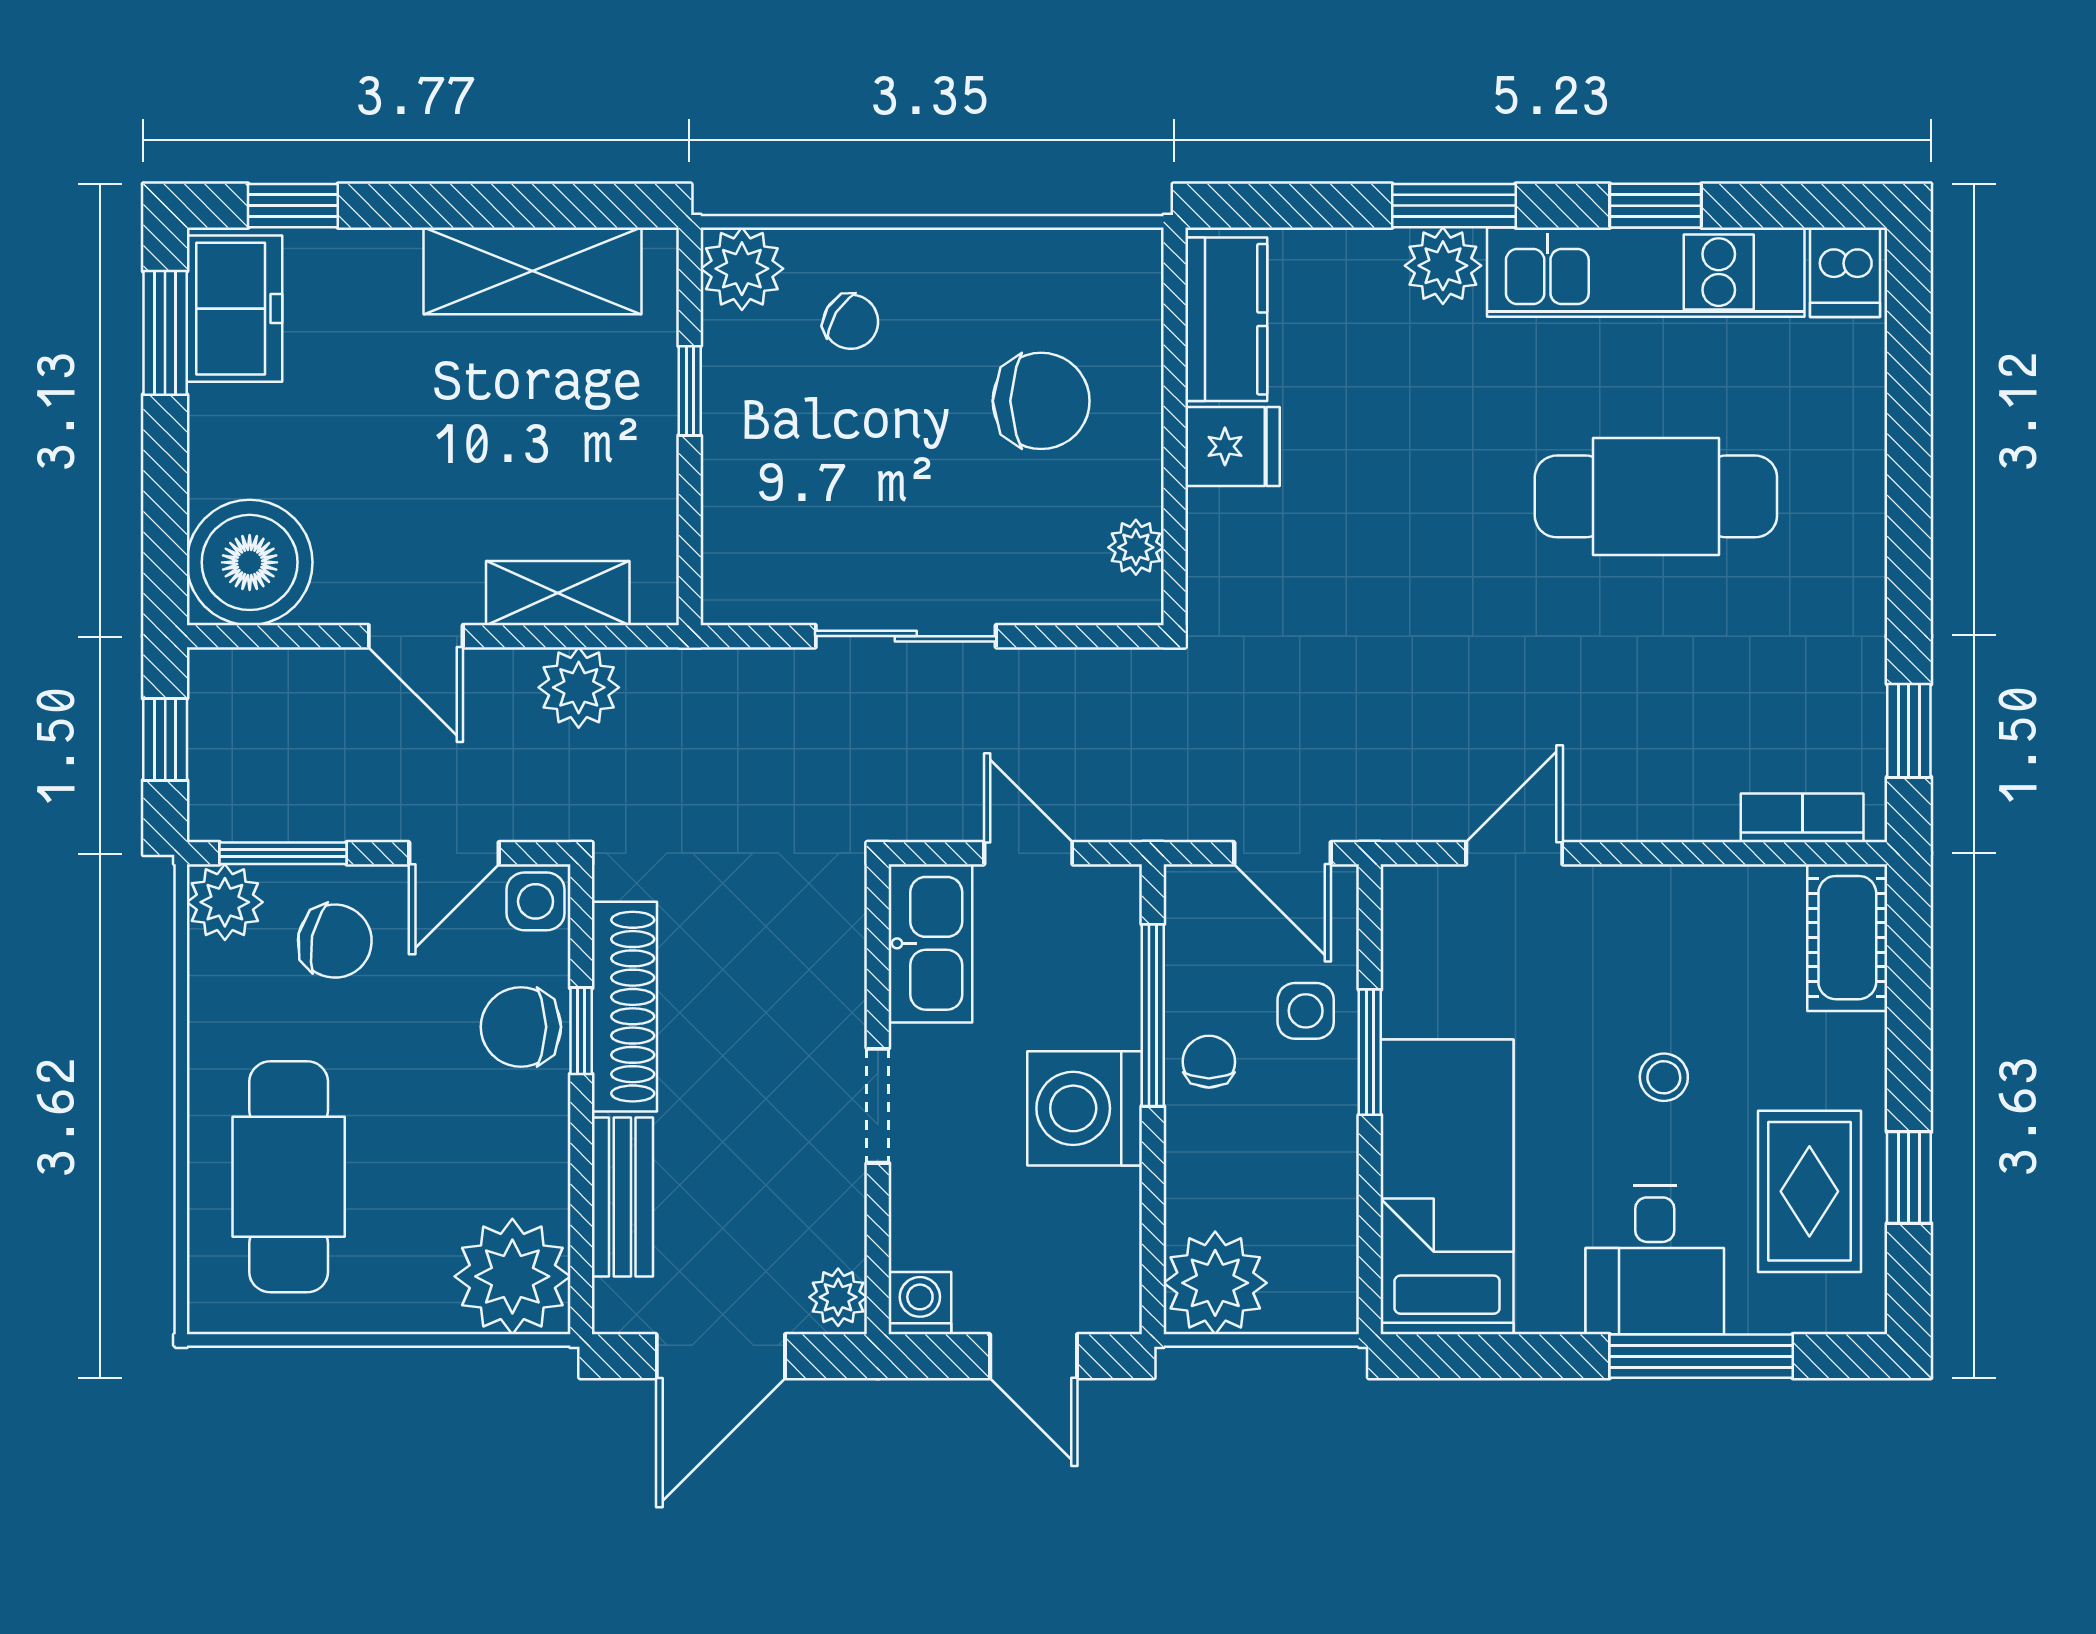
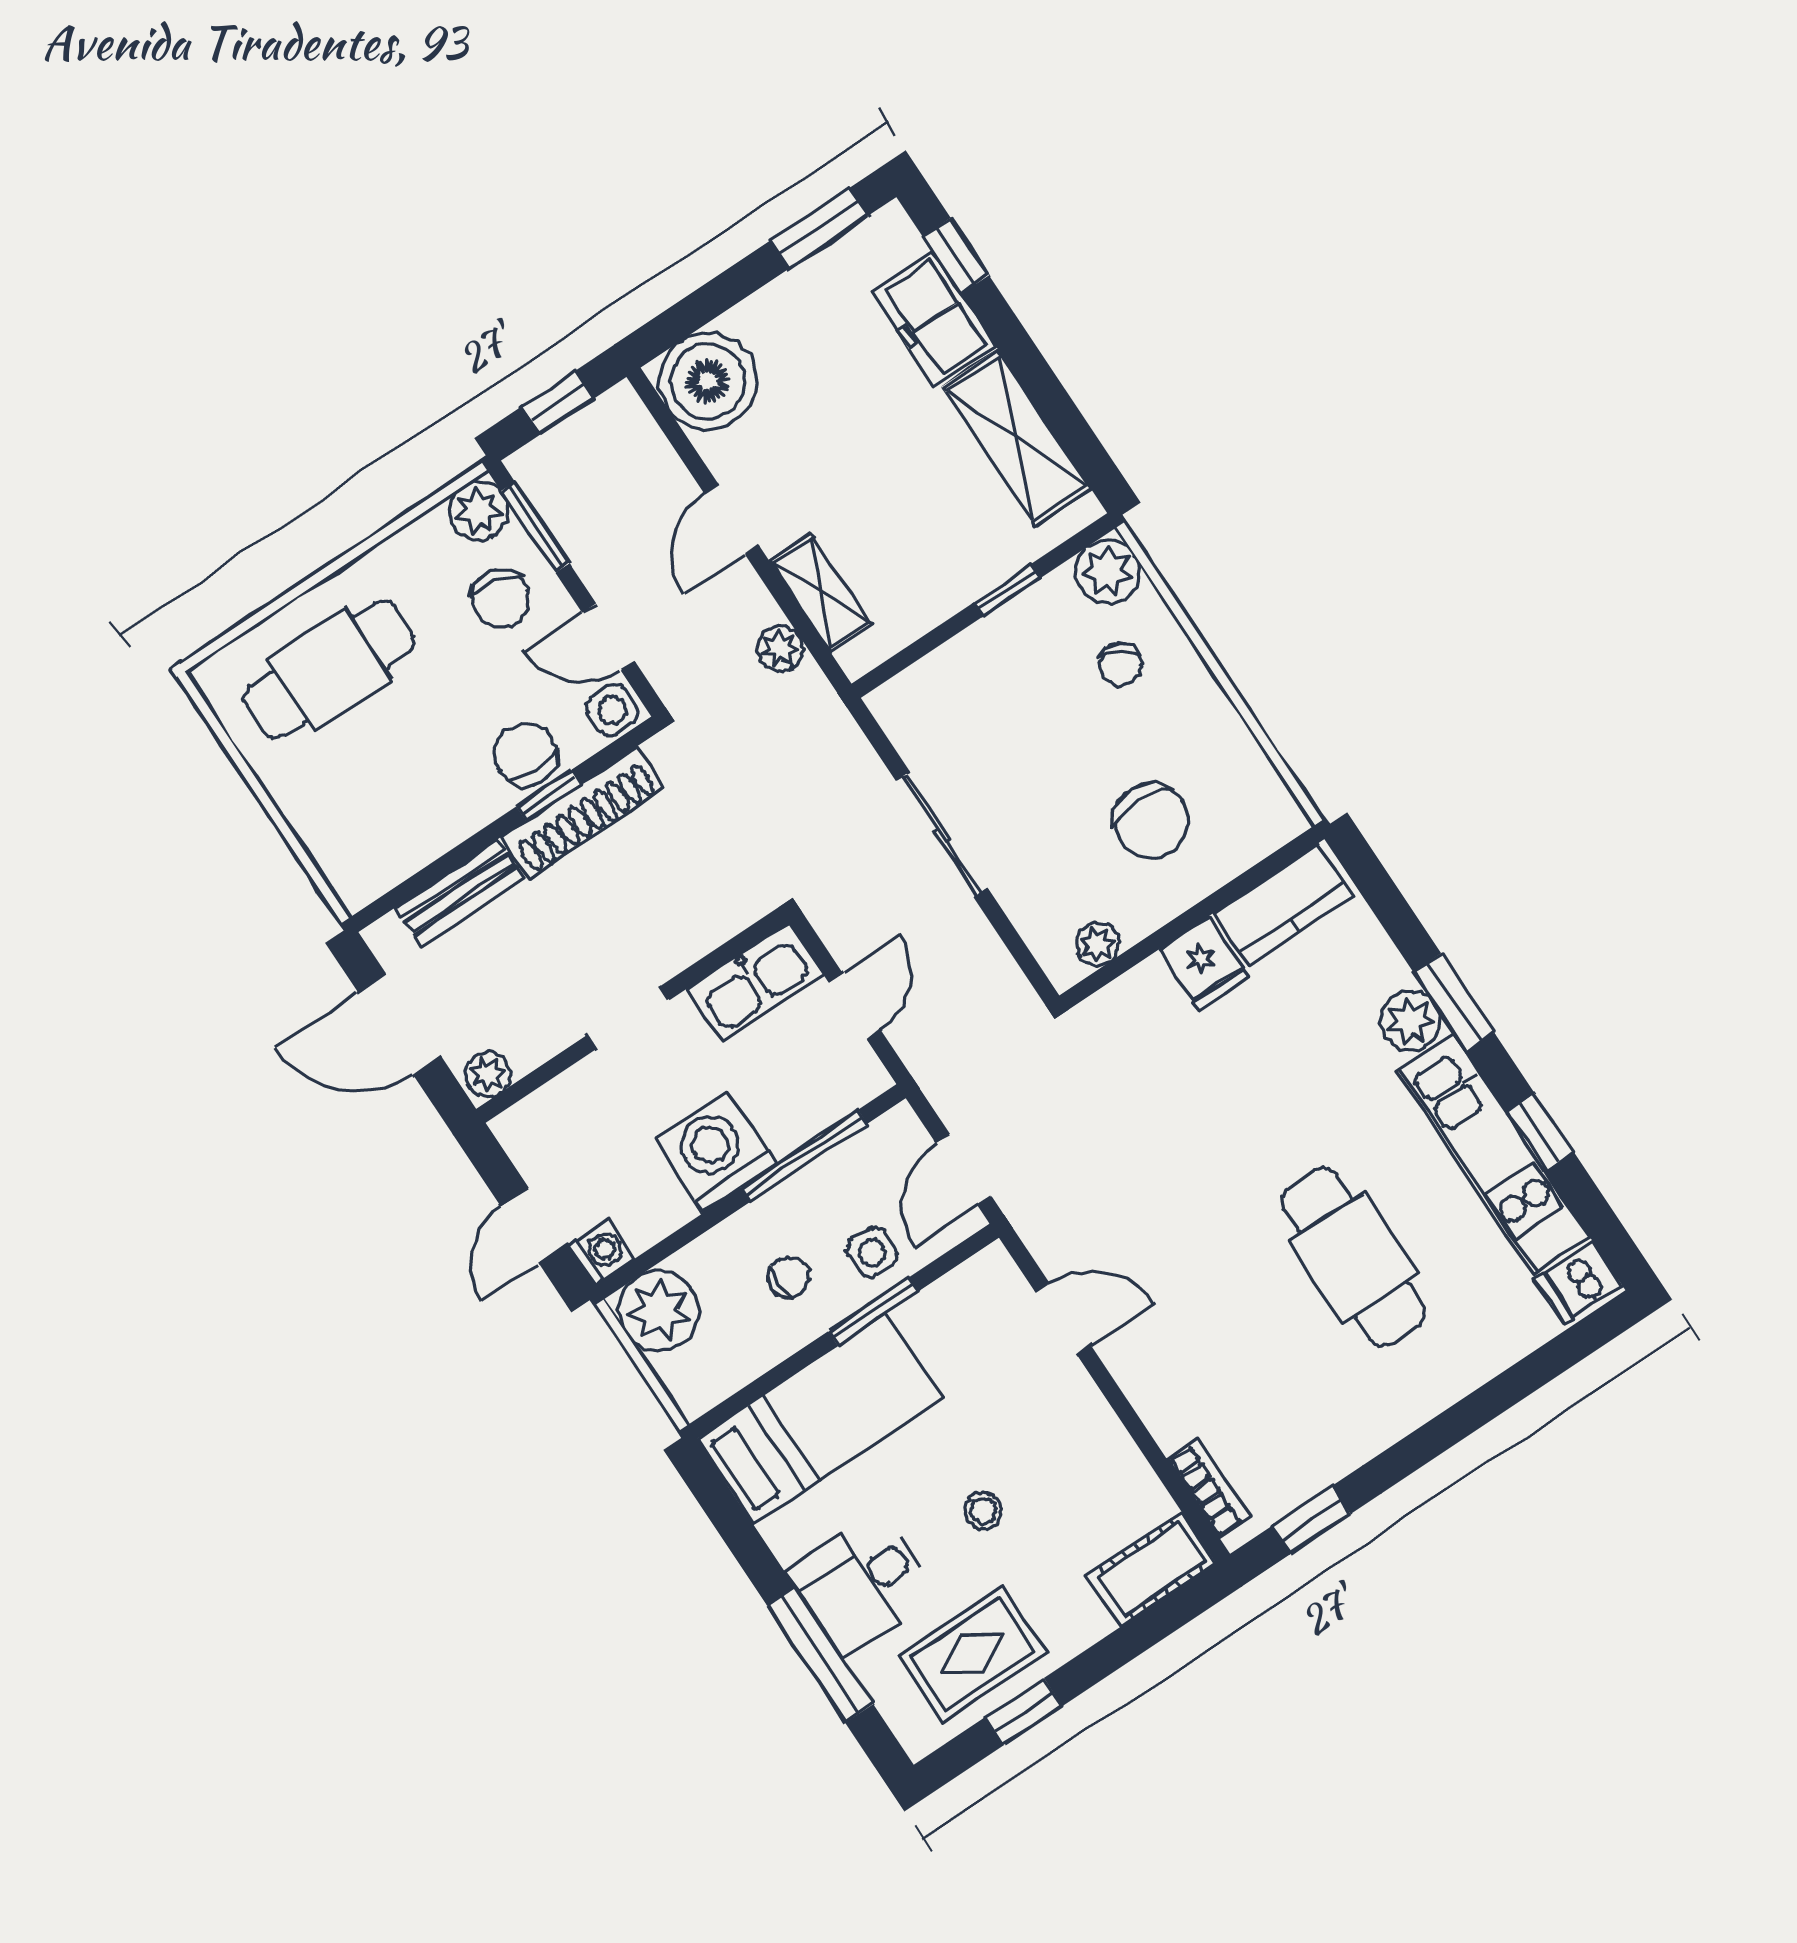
freezer: (234, 309) -> (933, 319), moved, turned 90
plant: (579, 687) -> (780, 649), width x0.73, depth x0.73
chair: (1209, 1062) -> (789, 1277), moved
plant: (512, 1276) -> (361, 856), removed
washing machine: (920, 1303) -> (601, 1252), moved

